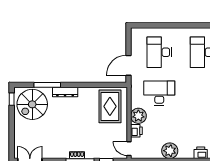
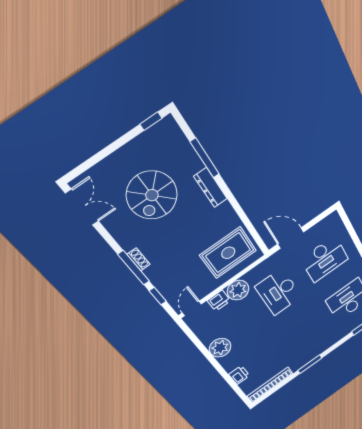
desk: (159, 52) -> (325, 259), turned 180
desk: (159, 93) -> (278, 292), turned 180
spiral stairs: (32, 104) -> (152, 195), moved, turned -90

